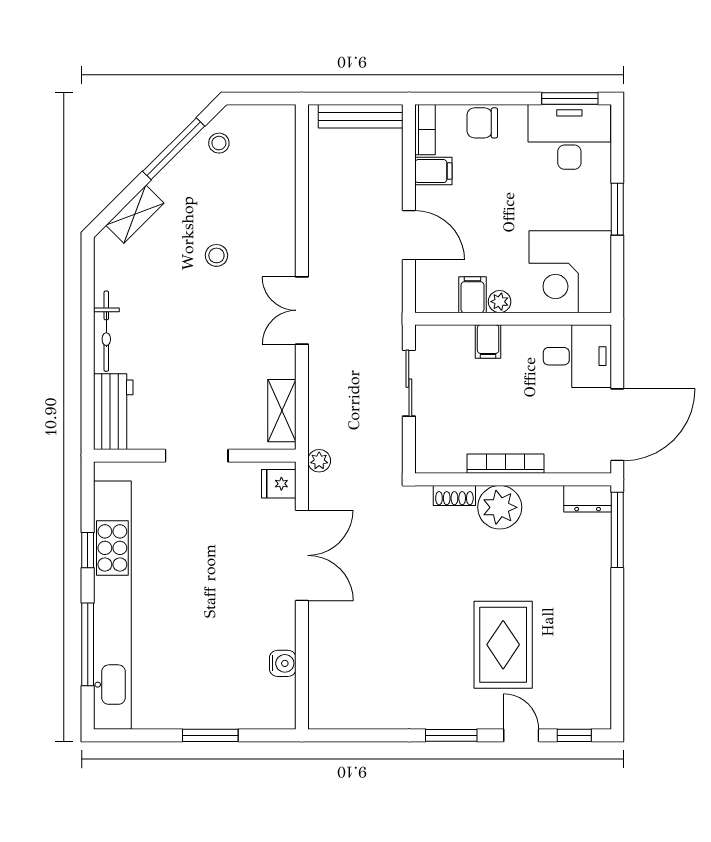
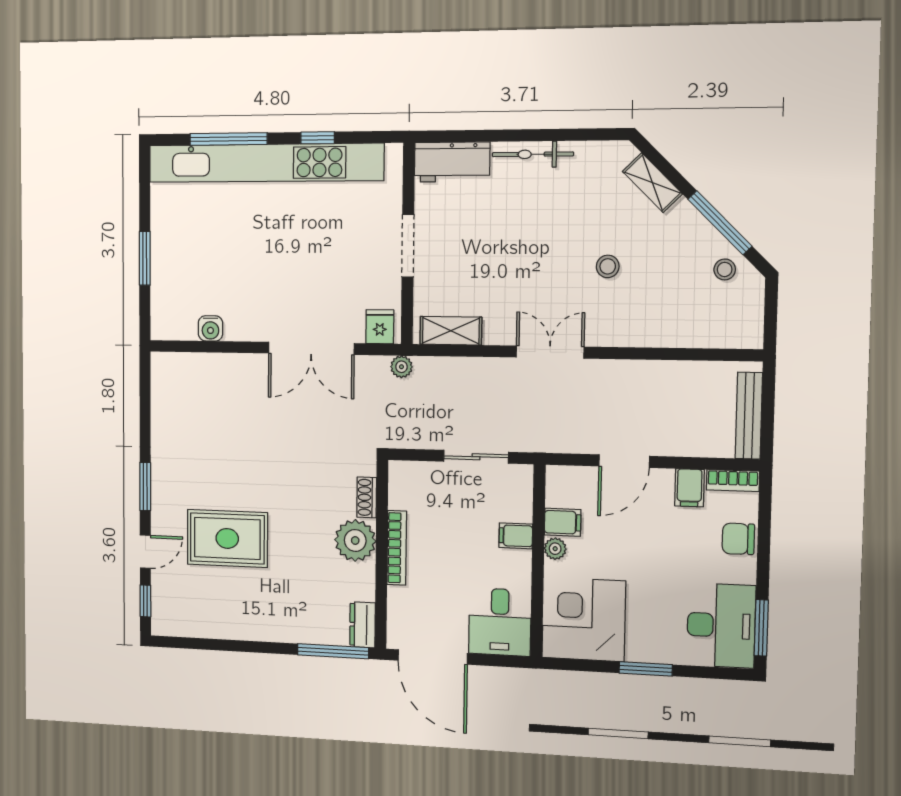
chair: (482, 123) -> (738, 539), turned -90

